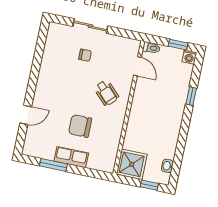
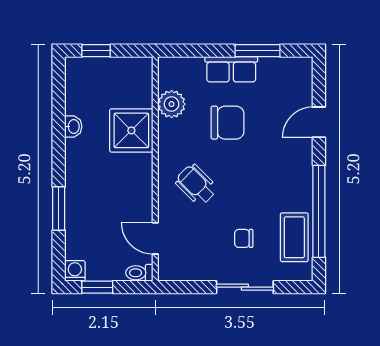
coffee table: (55, 50) -> (294, 237), added
window: (37, 62) -> (319, 211), added
window: (191, 96) -> (59, 208), width x1.50
plant: (111, 144) -> (172, 104), added
shower: (132, 164) -> (131, 130), moved
washbasin: (167, 166) -> (73, 126), moved

